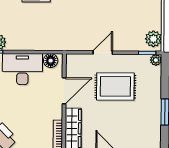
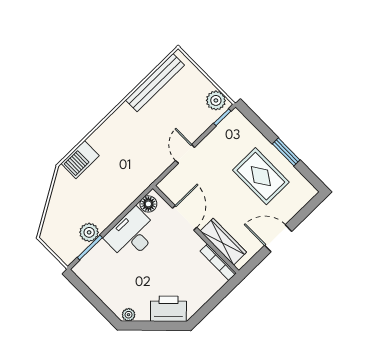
plant: (156, 60) -> (236, 116), removed
rug: (115, 86) -> (261, 176), moved, turned 90

